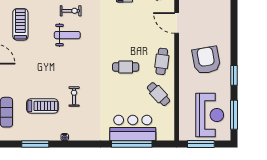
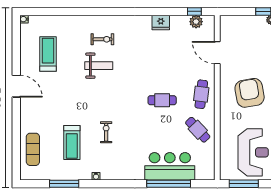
treadmill: (42, 106) -> (72, 142), turned 90

